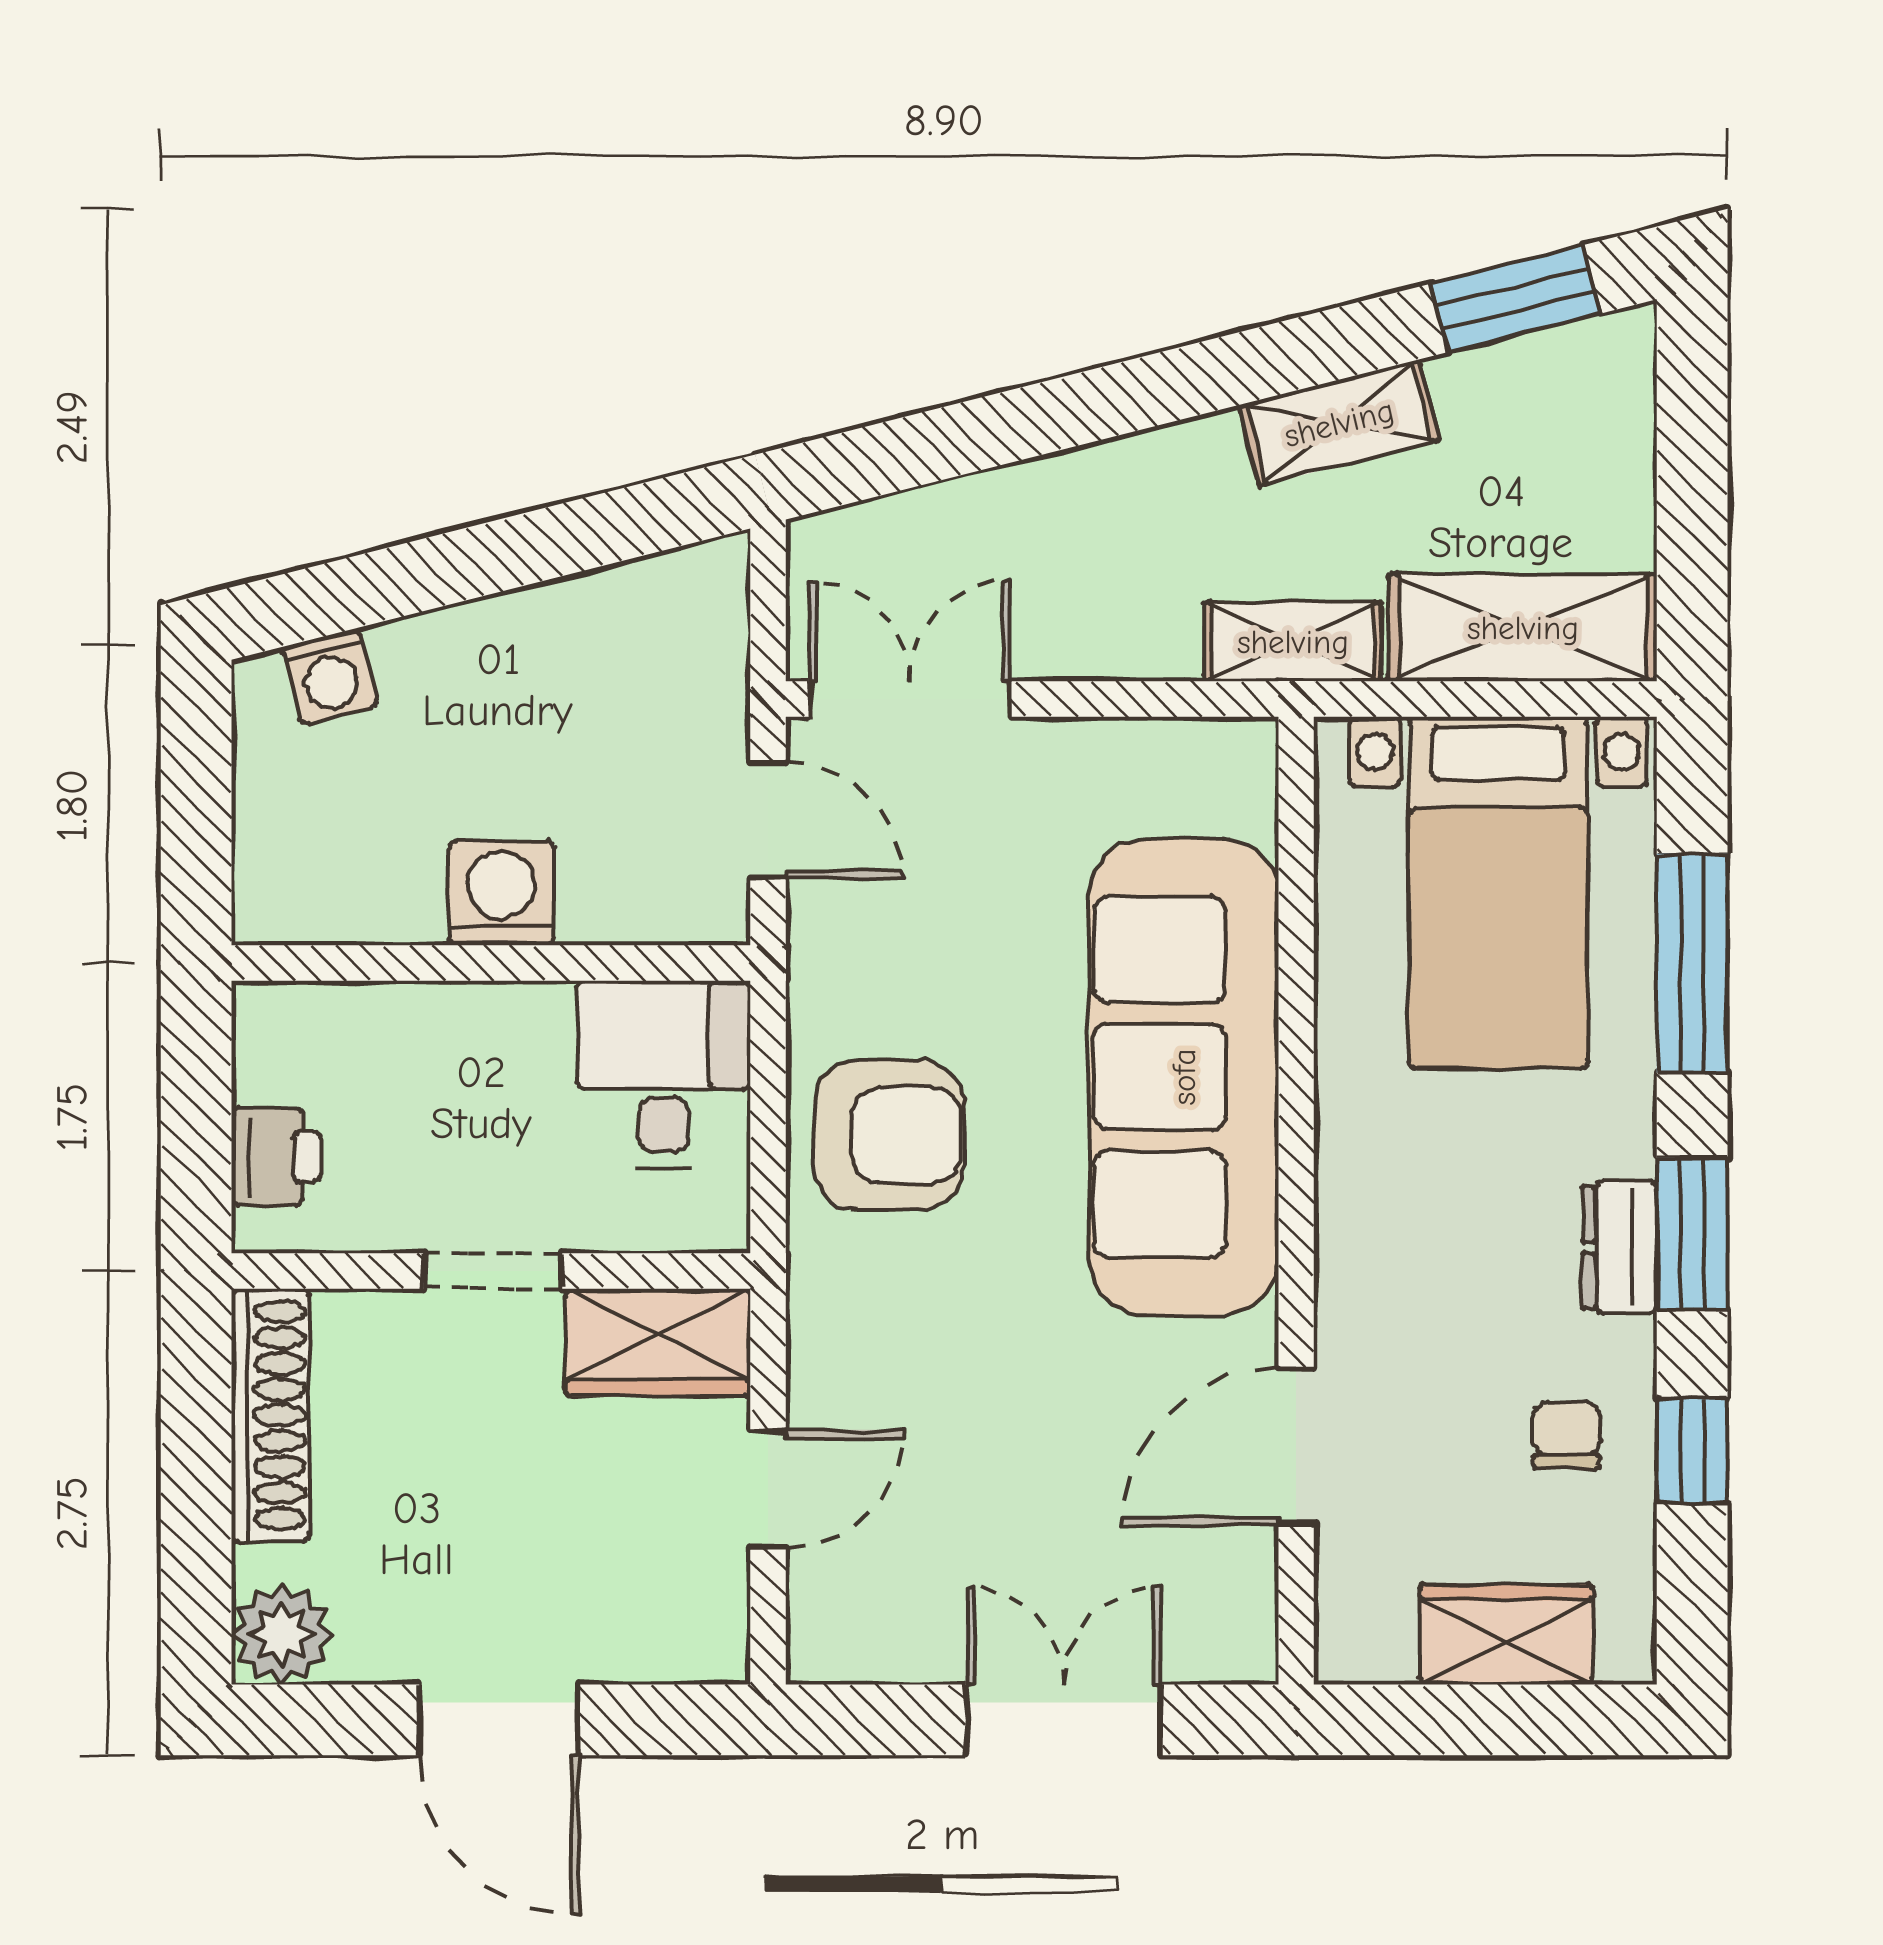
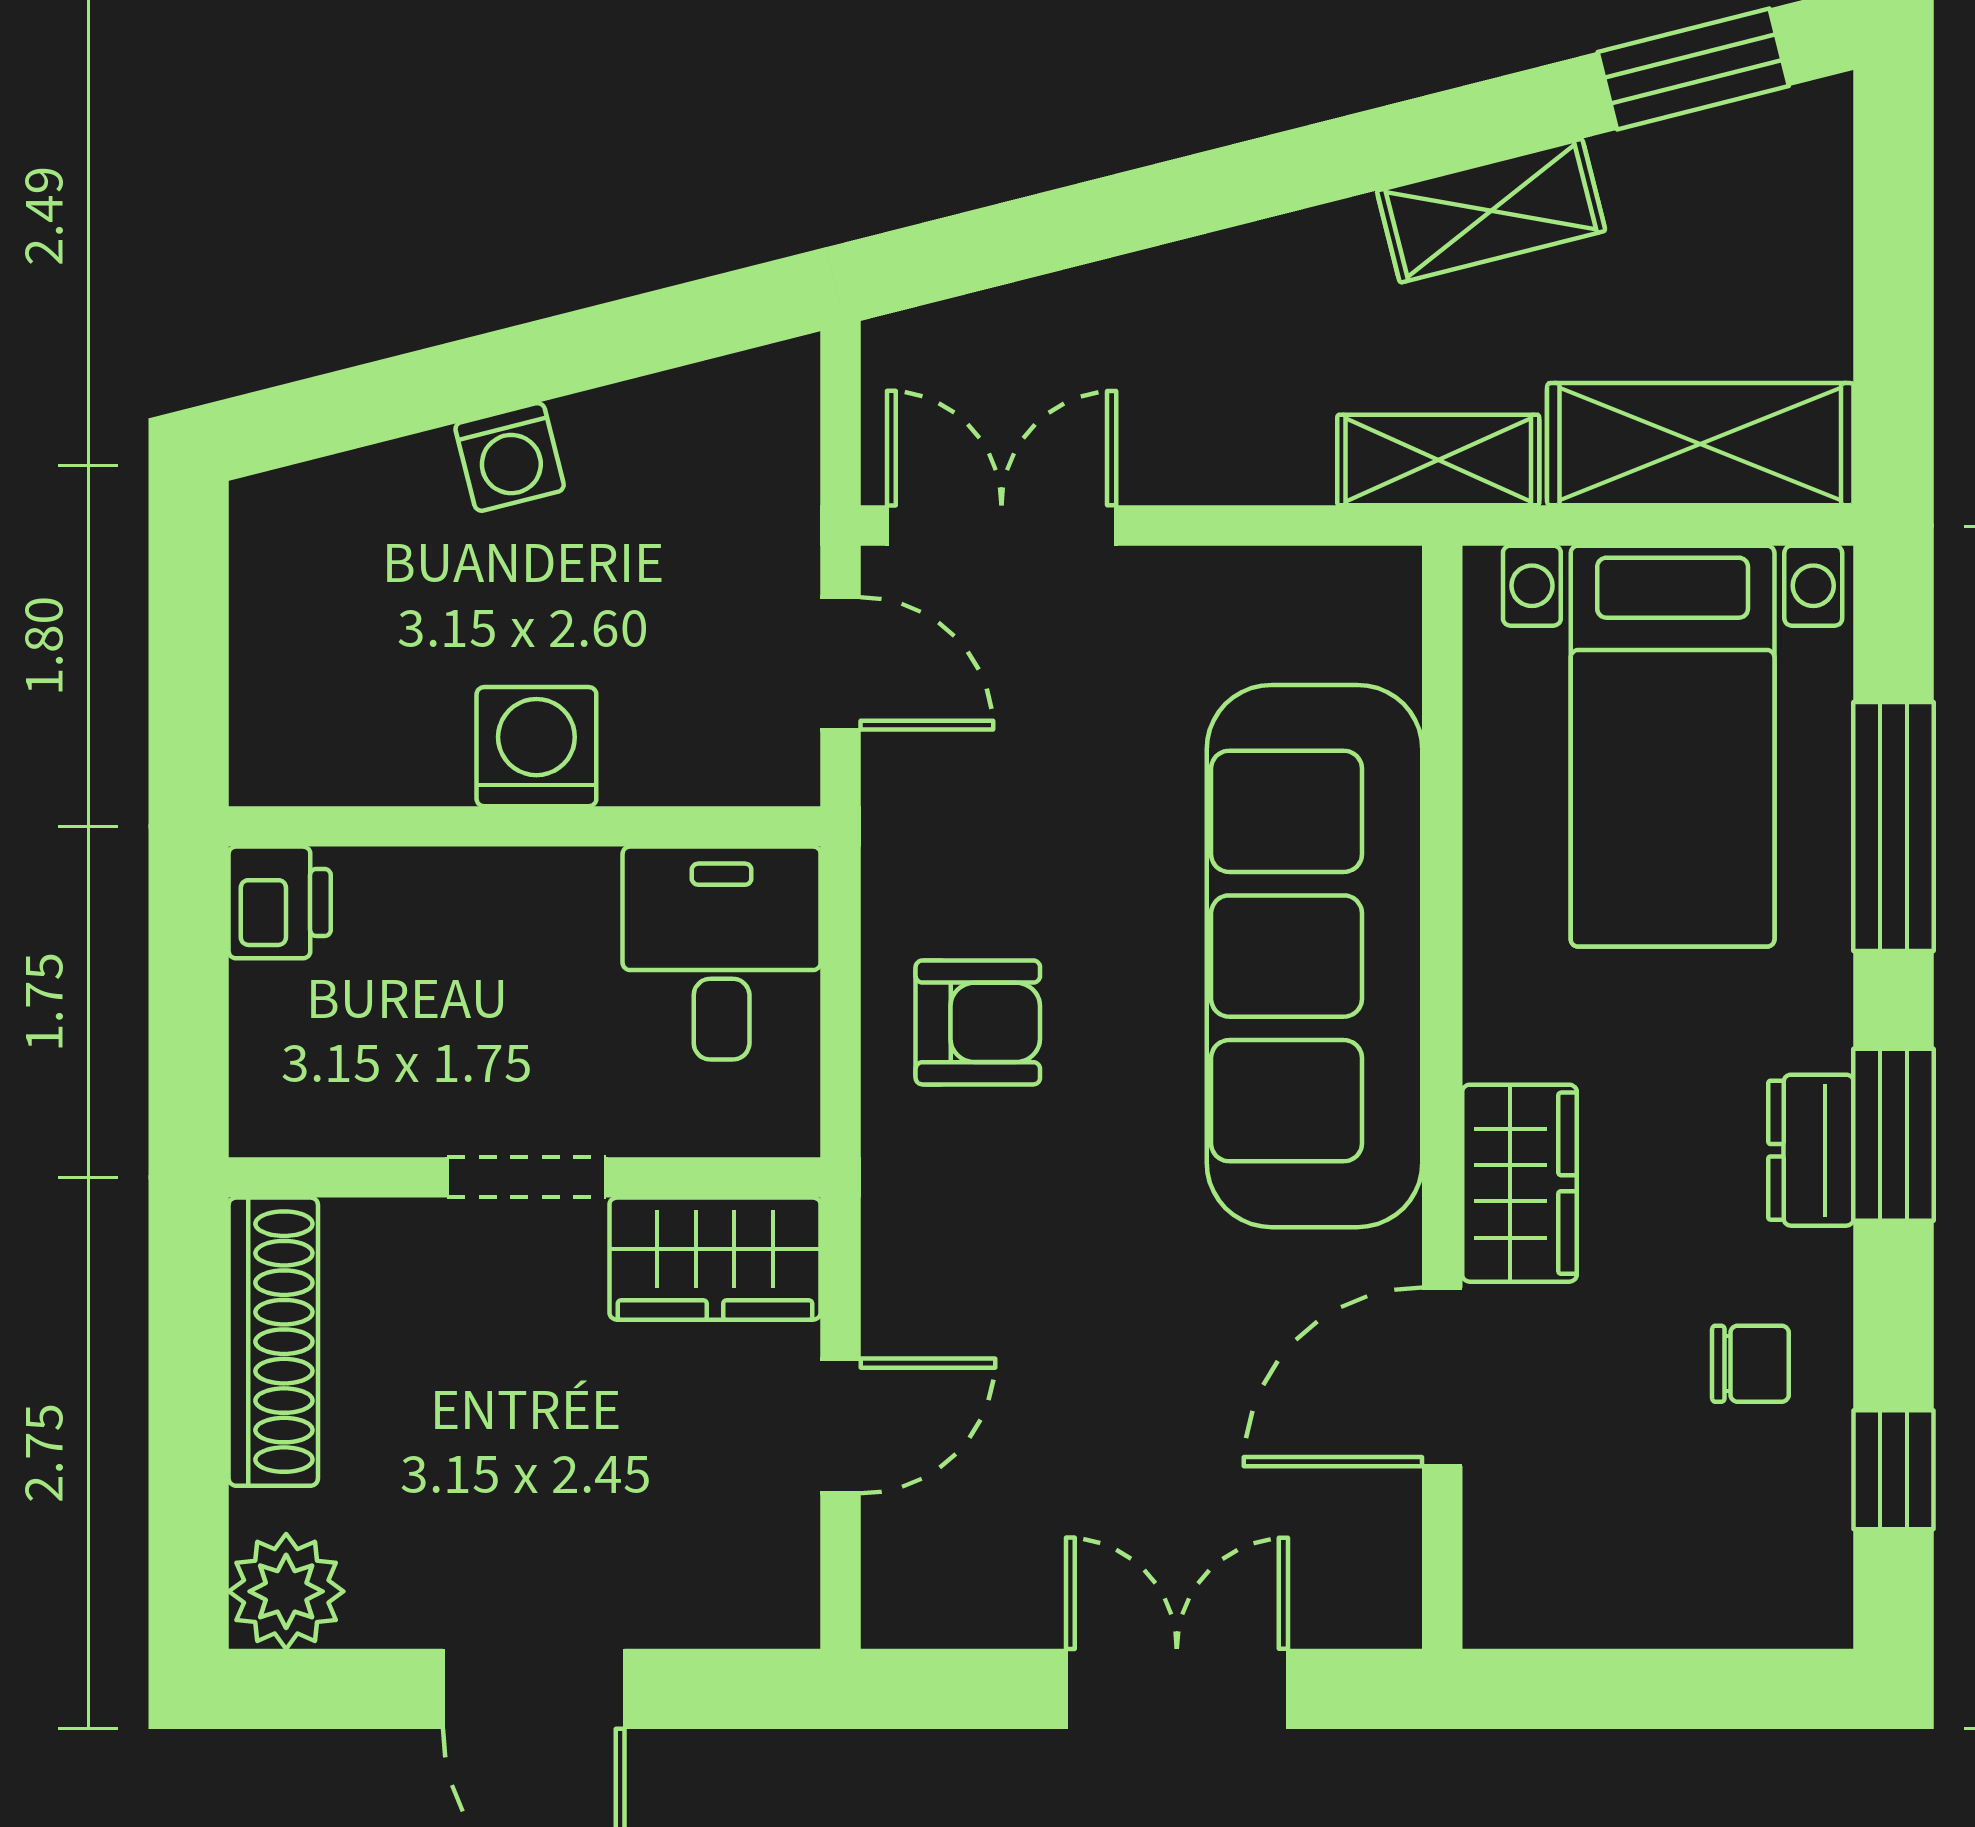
washing machine: (330, 676) -> (510, 457), moved
armchair: (889, 1135) -> (978, 1022), width x0.72, depth x0.72
printer: (276, 1157) -> (280, 902), moved
chair: (1567, 1435) -> (1750, 1364), turned 90
window: (1692, 1450) -> (1894, 1470), moved
wardrobe: (1506, 1635) -> (1520, 1183), moved, turned 90

